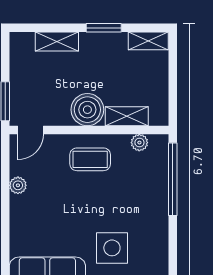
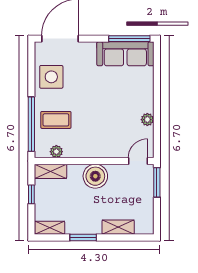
window: (173, 85) -> (31, 194), added
shelving: (127, 116) -> (51, 171), moved
coffee table: (90, 159) -> (56, 120), moved
side table: (112, 248) -> (51, 77), moved

